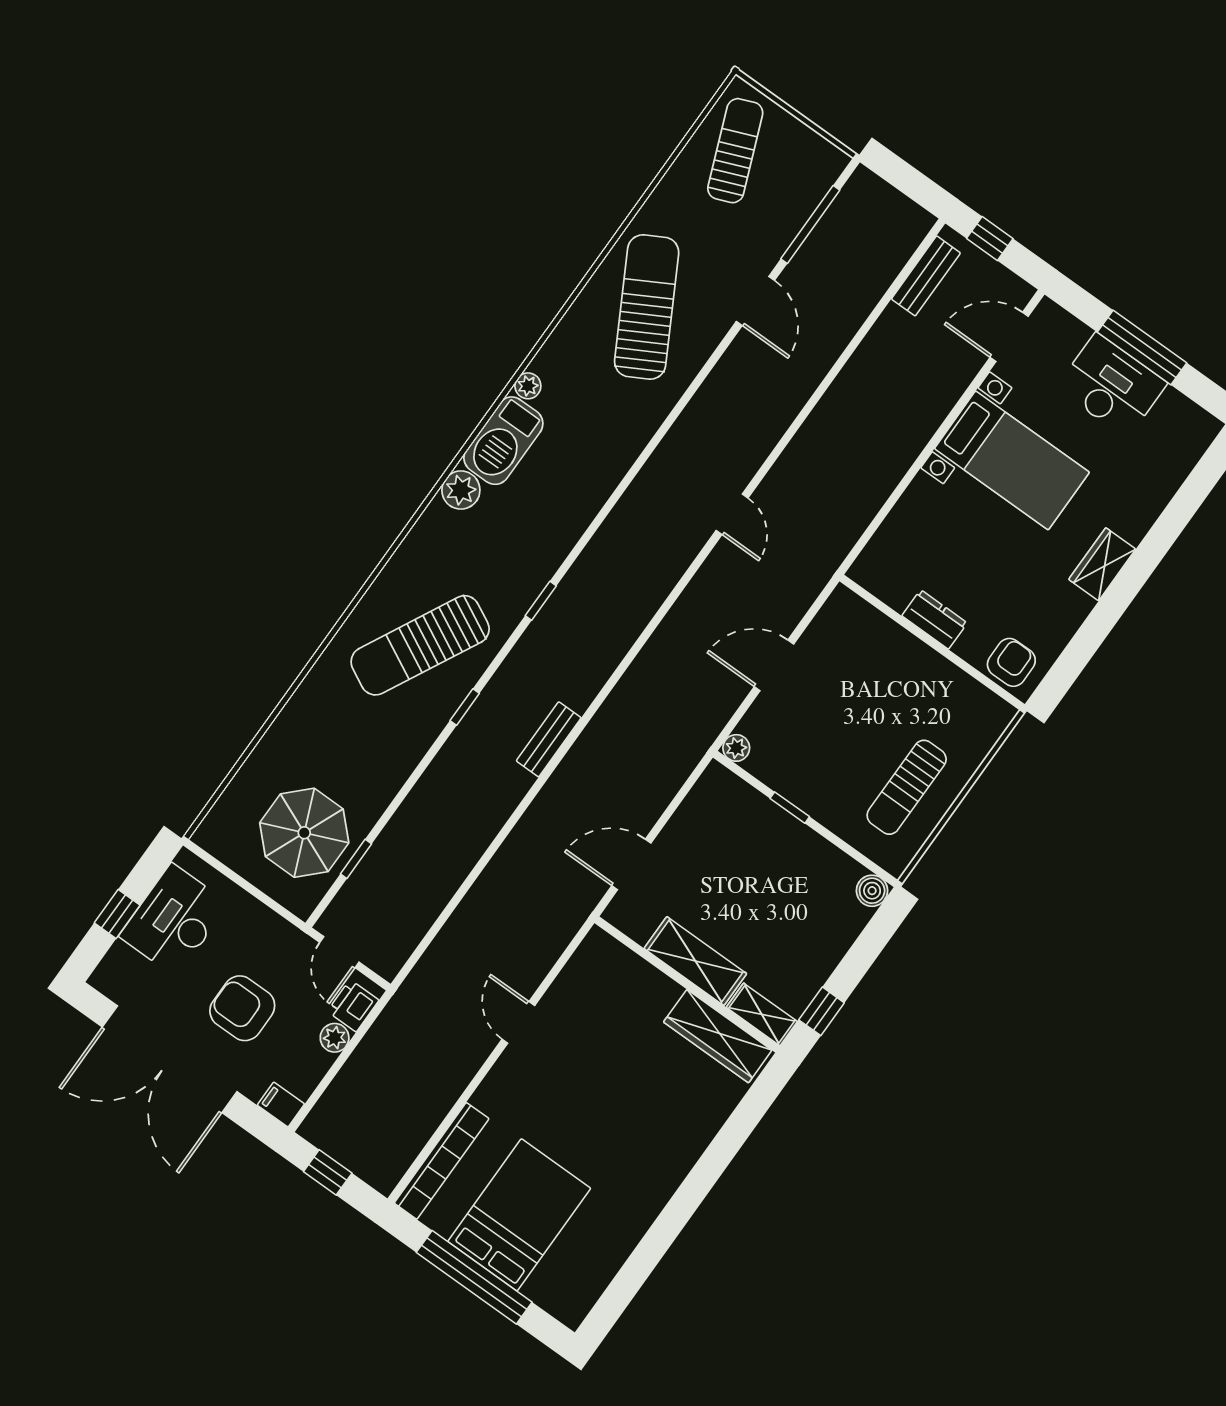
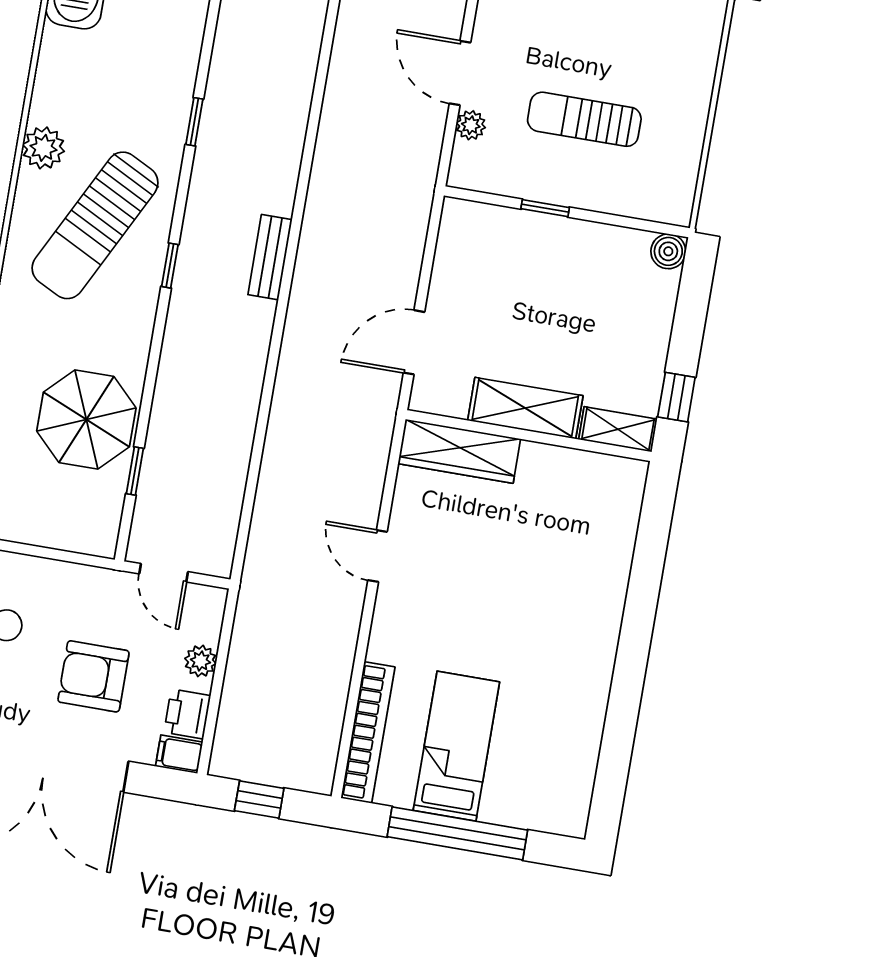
plant: (461, 490) -> (43, 148), moved
door: (774, 665) -> (460, 73), hinge flipped
plant: (736, 748) -> (471, 125), moved
sun lounger: (907, 787) -> (584, 119), moved, turned 90
parasol: (304, 833) -> (86, 419), moved
printer: (353, 1006) -> (187, 714), moved
wardrobe: (718, 1036) -> (459, 451), moved
bed: (519, 1215) -> (456, 746), width x0.67

